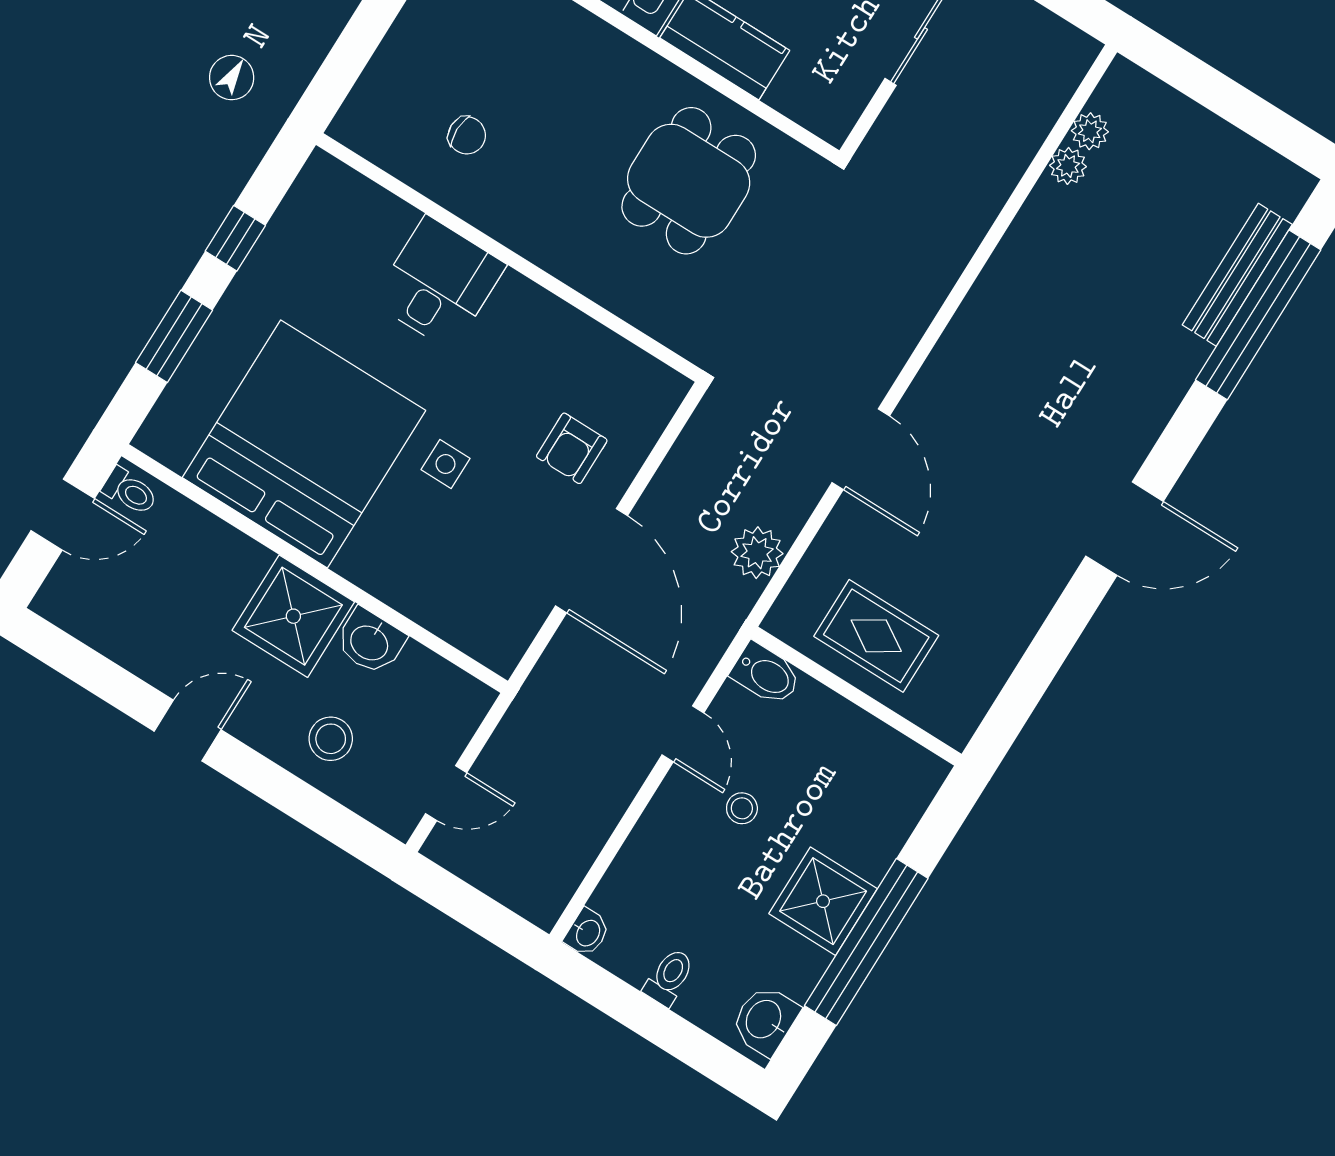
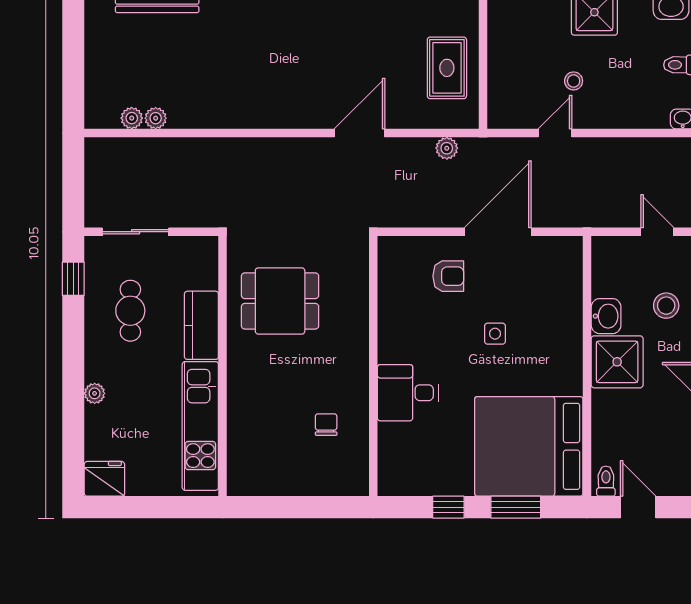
bed: (304, 444) -> (529, 446), moved
plant: (757, 553) -> (447, 148), width x0.73, depth x0.73
bidet: (766, 674) -> (500, 110), removed

